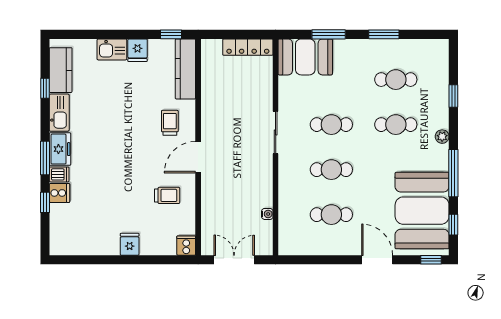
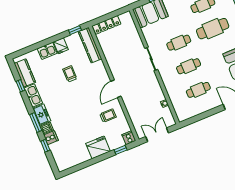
locker: (248, 47) -> (107, 25), moved
trolley: (170, 123) -> (70, 74), moved
cafe table: (396, 125) -> (213, 29), width x1.37, depth x1.35
fridge: (130, 244) -> (98, 147), width x1.88, depth x1.34
window: (164, 260) -> (121, 150), added

